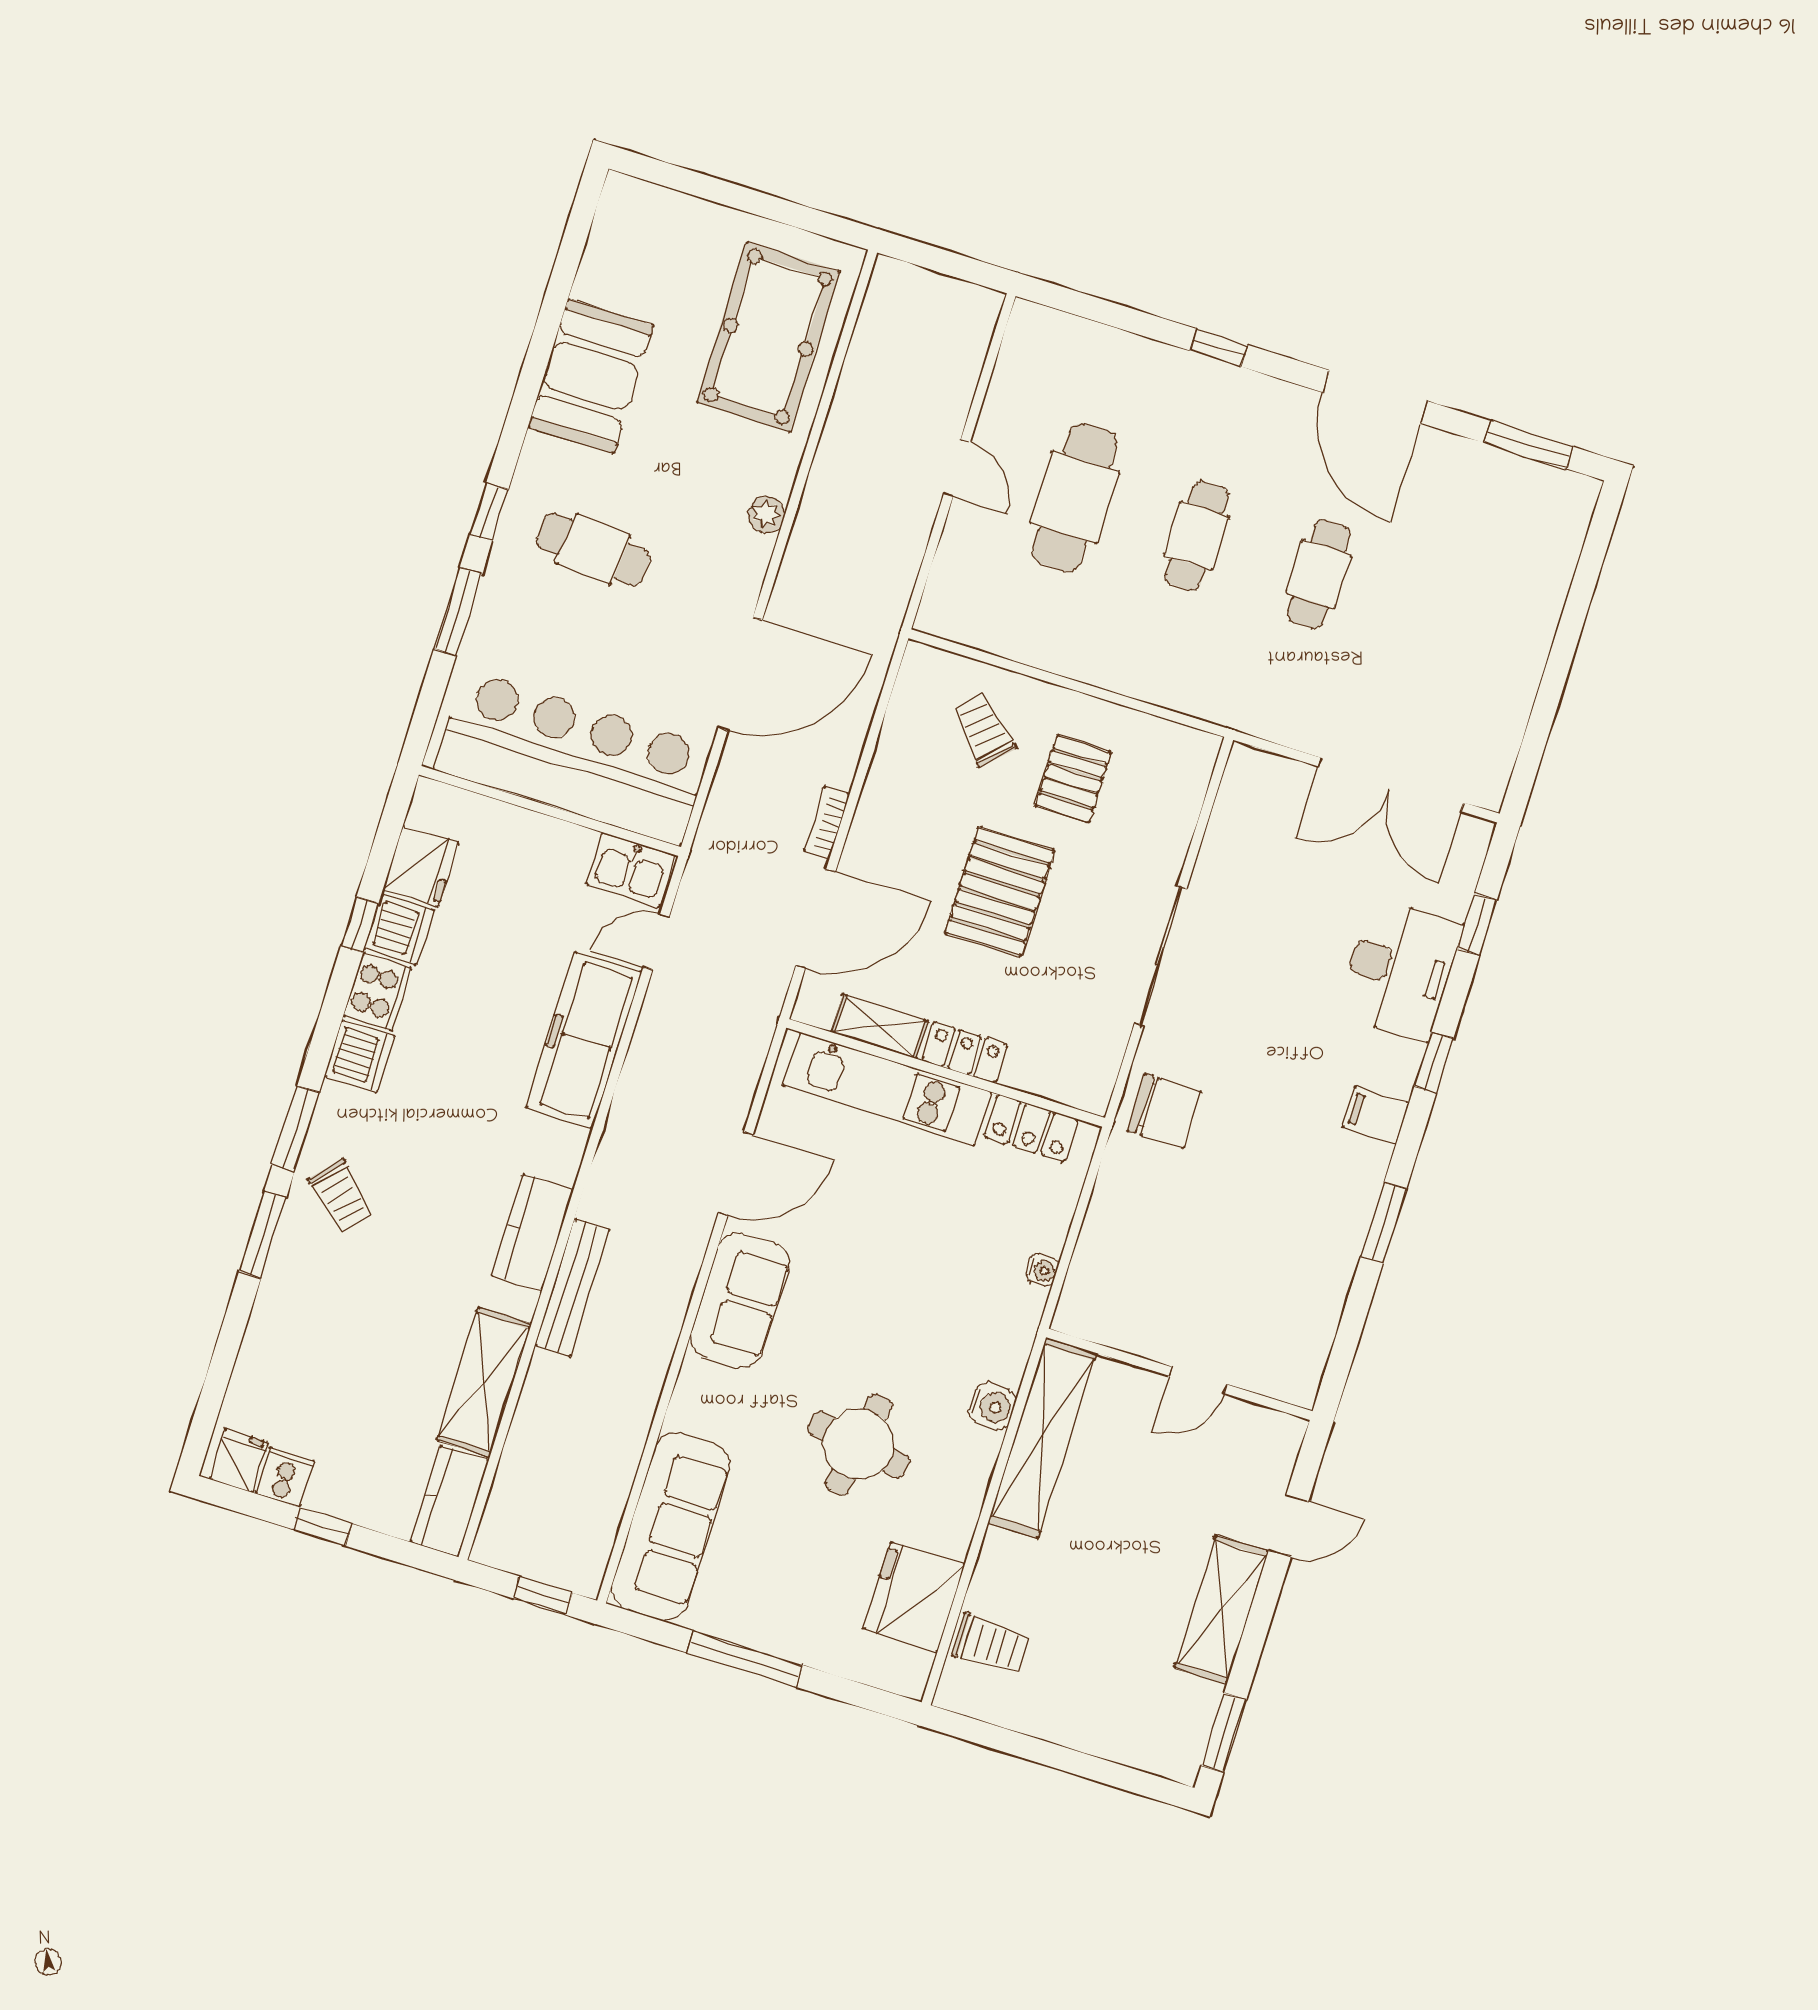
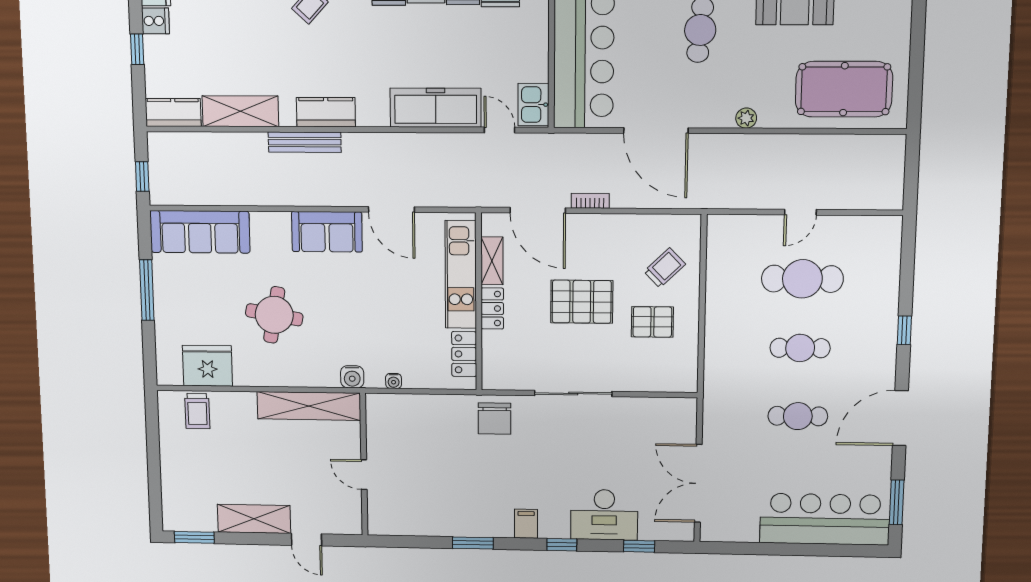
bar counter: (1523, 579) -> (825, 519), added
water cooler: (992, 1406) -> (352, 377), moved

